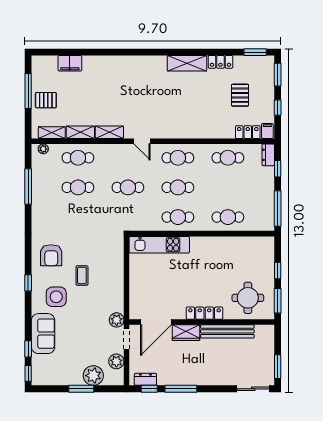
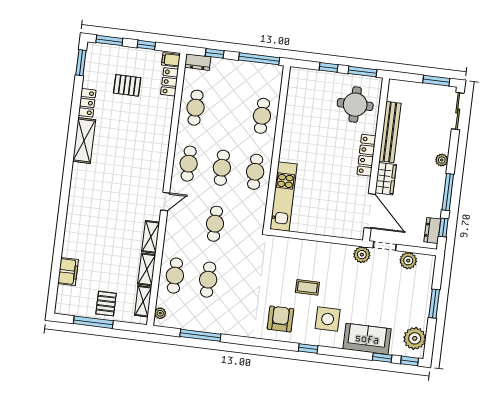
armchair: (51, 255) -> (280, 319), turned -90
plant: (93, 376) -> (415, 338), moved
plant: (208, 380) -> (442, 160), added

